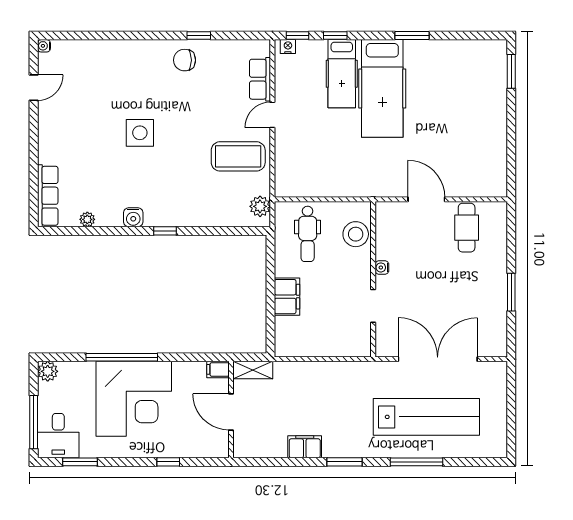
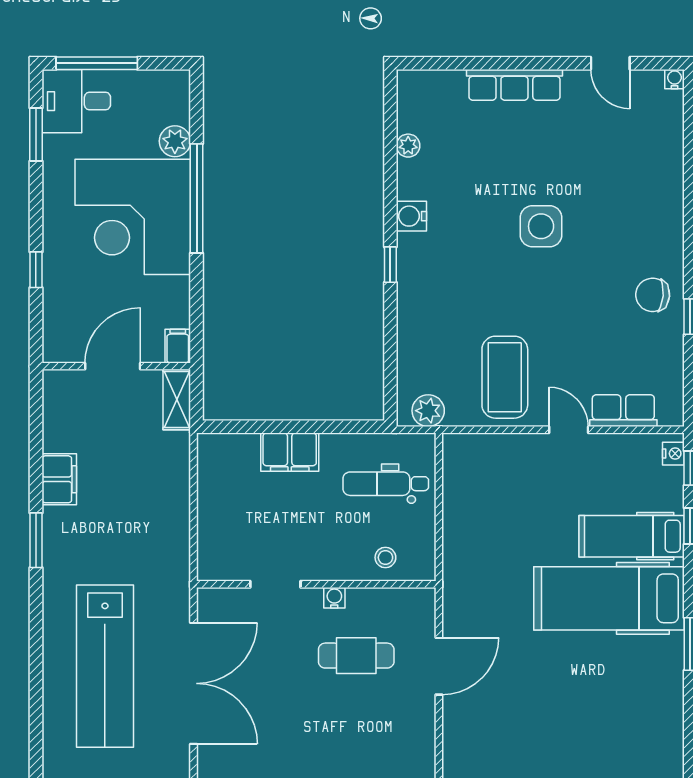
chair: (185, 60) -> (653, 295), turned -85
row of seats: (48, 196) -> (514, 85), moved
cafe table: (467, 228) -> (356, 656), moved
stool: (356, 234) -> (385, 557), width x0.53, depth x0.53
plant: (48, 371) -> (175, 141), moved
window: (417, 462) -> (36, 651), removed

